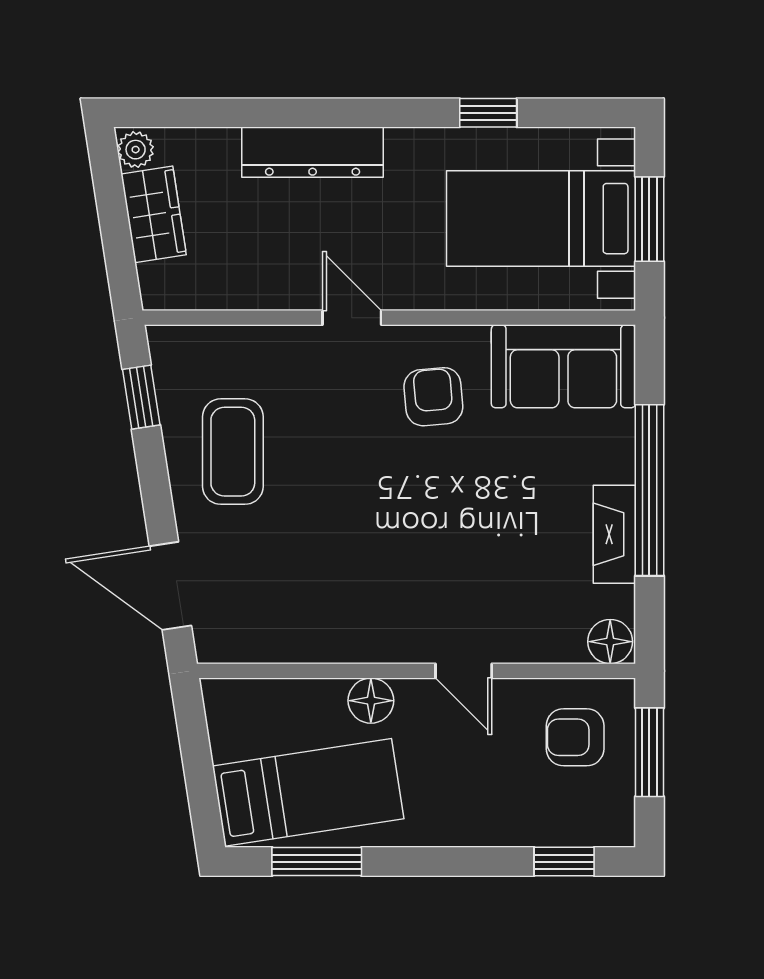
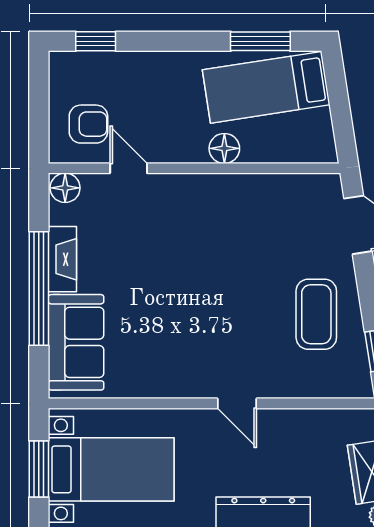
sofa: (563, 366) -> (76, 342), moved, turned 90
armchair: (433, 397) -> (183, 351), removed
door: (464, 671) -> (129, 168), moved
window: (649, 752) -> (39, 114), removed

